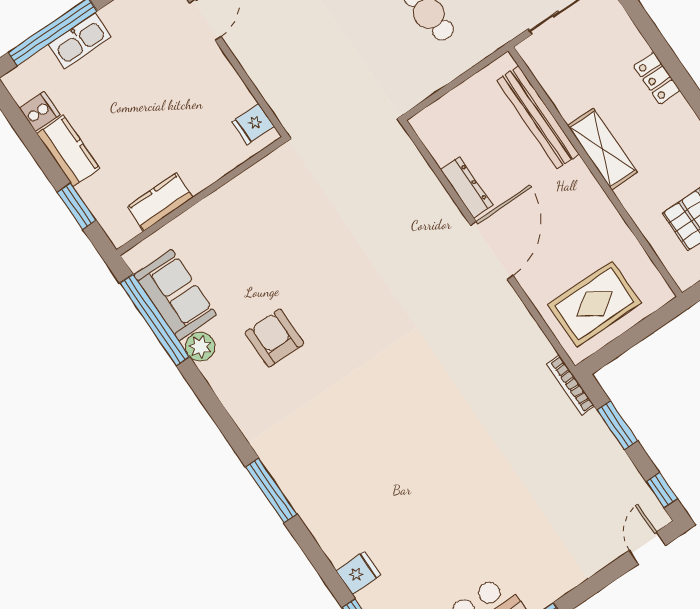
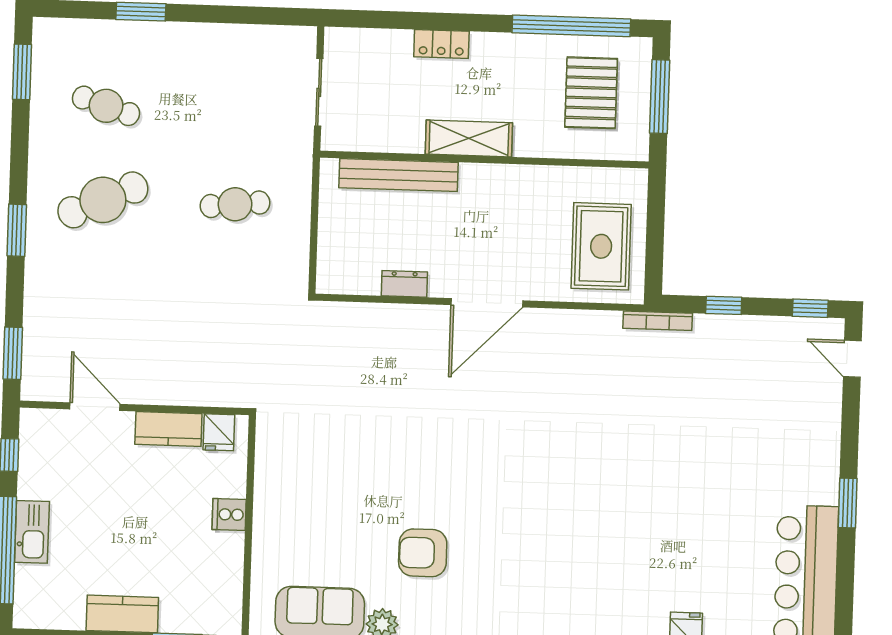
cooker: (40, 112) -> (229, 514), moved, turned -90
dresser: (466, 187) -> (404, 284), width x0.70
kitchen counter: (160, 202) -> (168, 429), moved, turned -90
door: (492, 251) -> (487, 303), swing flipped
window: (617, 425) -> (724, 305), width x0.67

